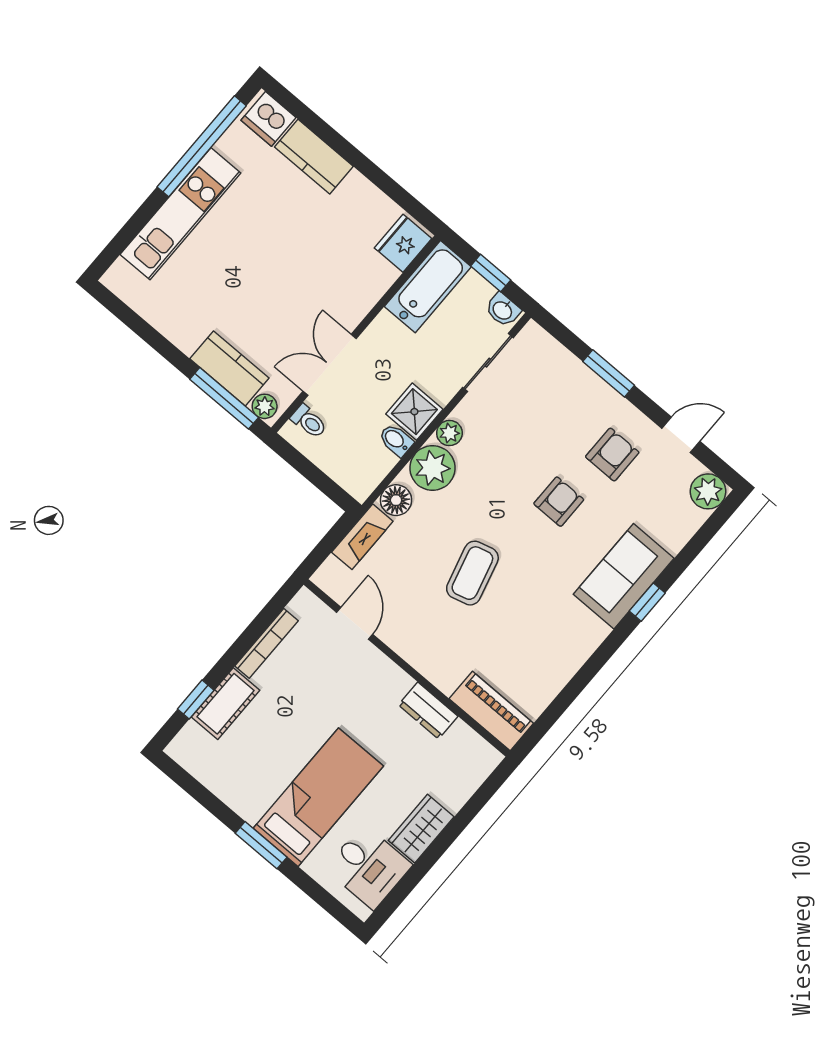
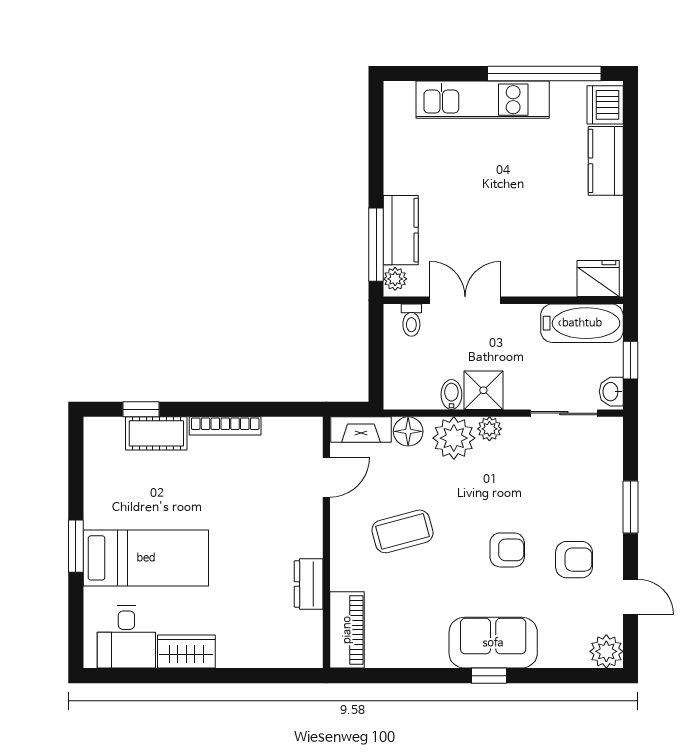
door: (355, 623) -> (326, 477), moved
wall: (407, 668) -> (326, 542), moved
dresser: (428, 711) -> (309, 584), moved
piano: (491, 711) -> (347, 630), moved

